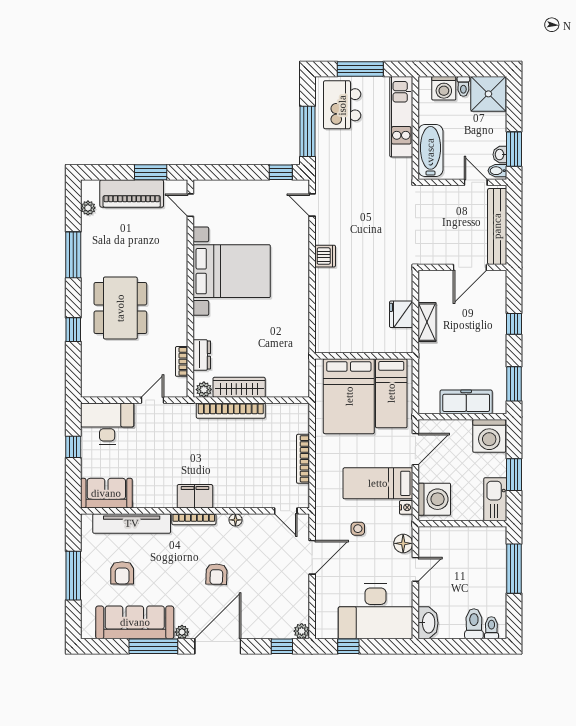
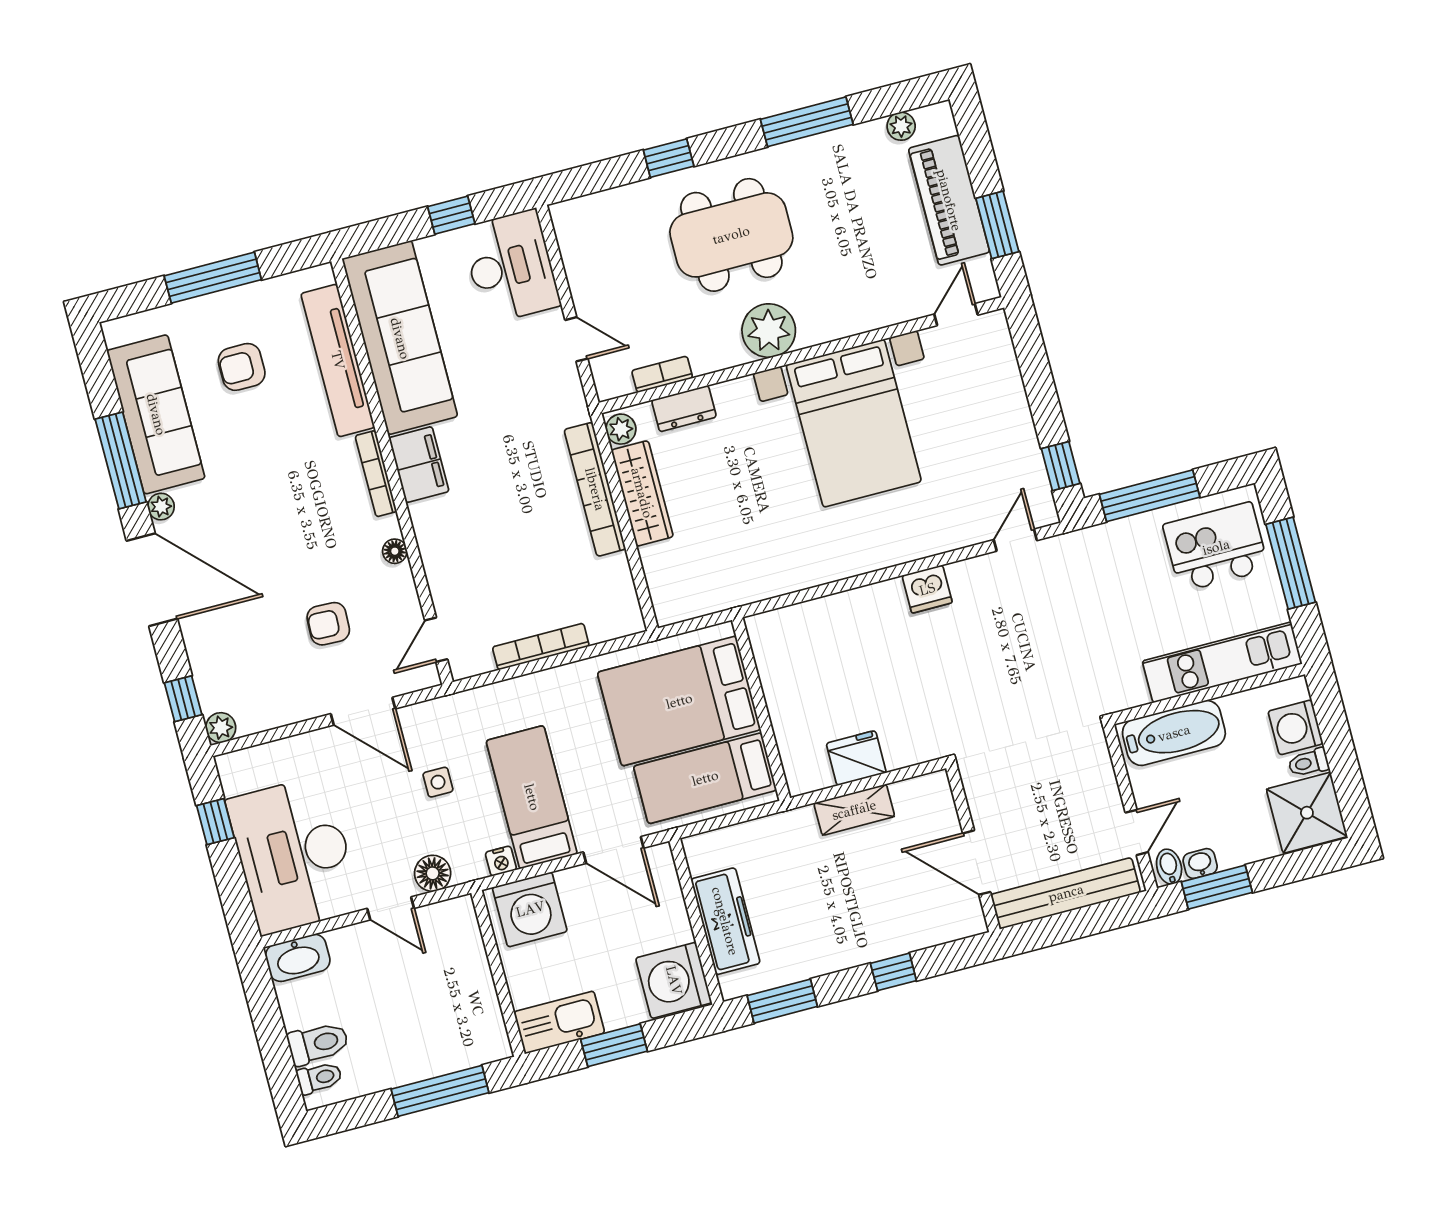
plant: (174, 302) -> (769, 331), added
sofa: (106, 493) -> (400, 338), width x1.85, depth x1.27
armchair: (216, 574) -> (328, 624), moved

